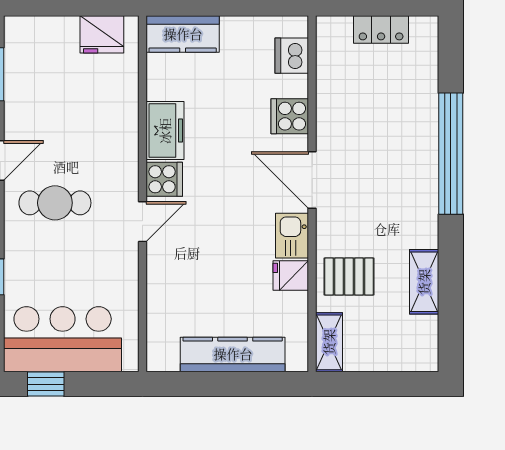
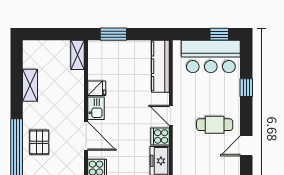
door: (142, 222) -> (171, 115), hinge flipped
pallet: (349, 277) -> (39, 142), moved, turned 90
kitchen counter: (233, 354) -> (160, 66), moved, turned 90
window: (257, 384) -> (113, 34), added

